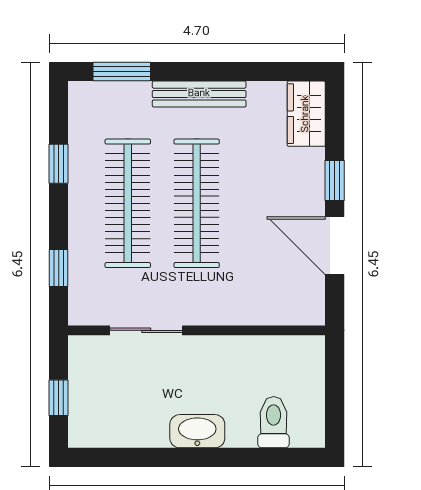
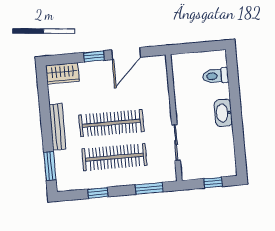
window: (59, 268) -> (149, 188), width x1.50

